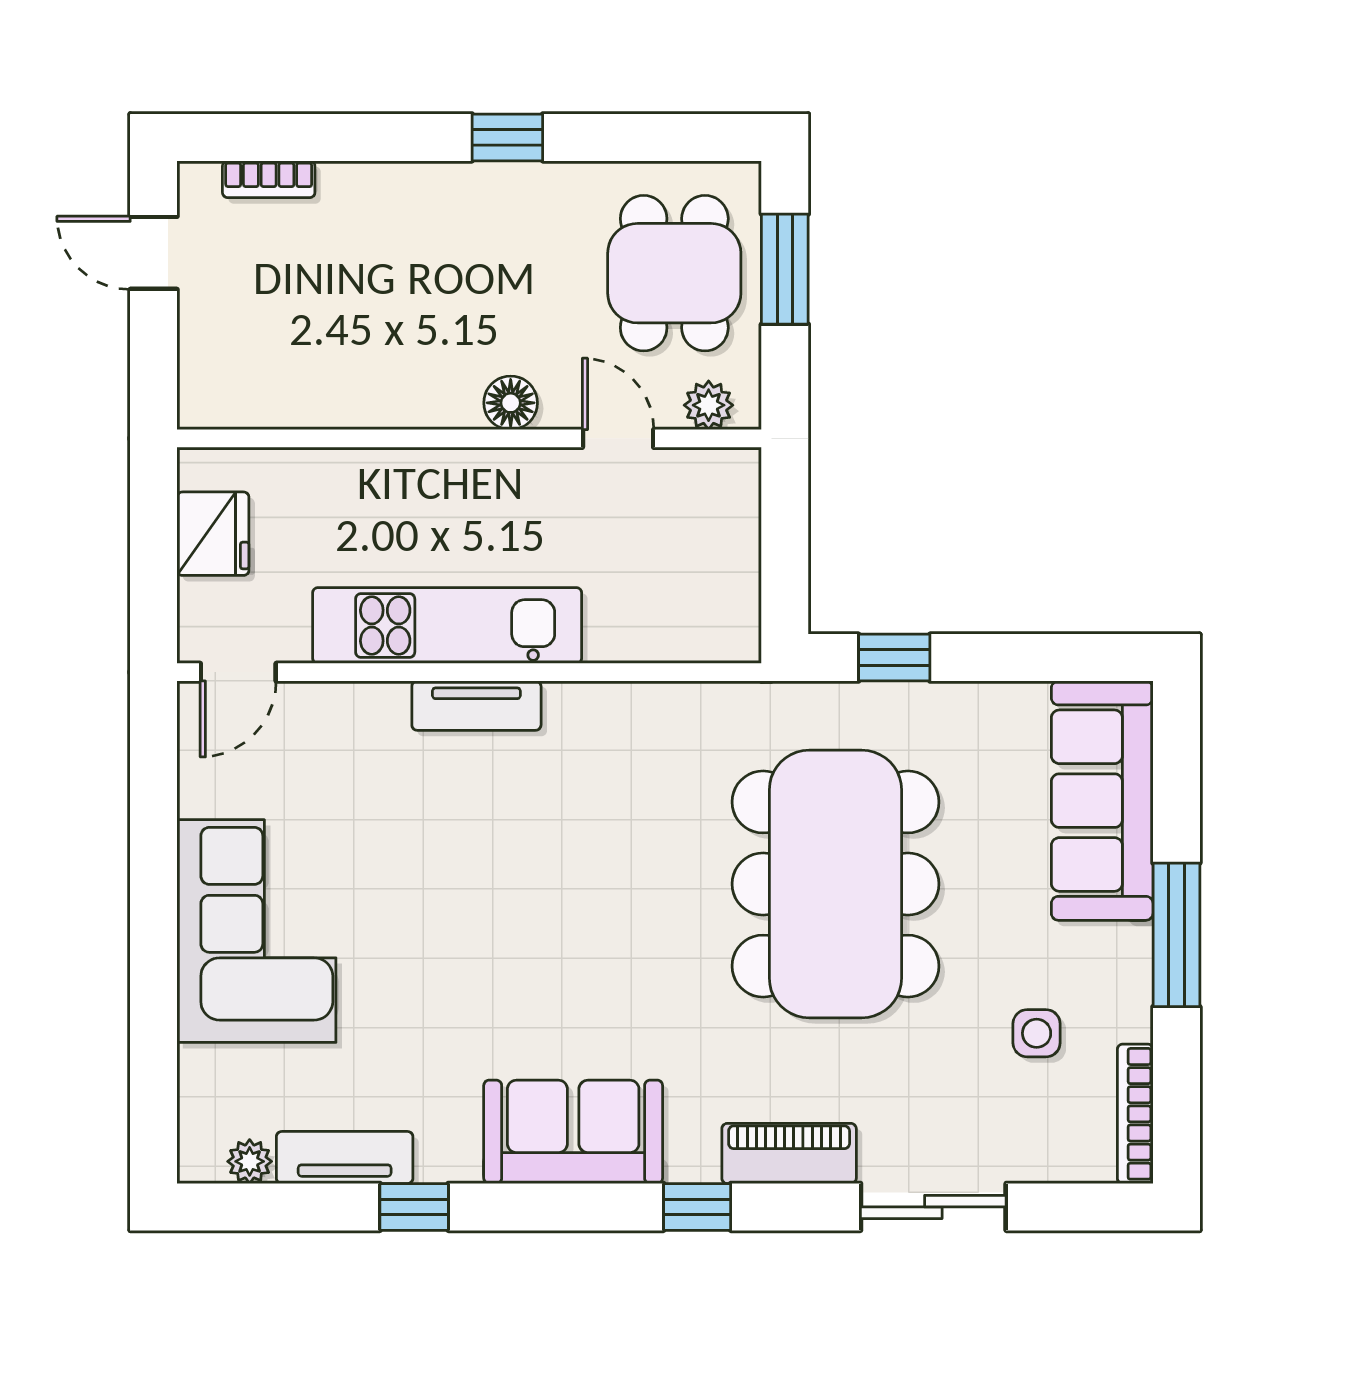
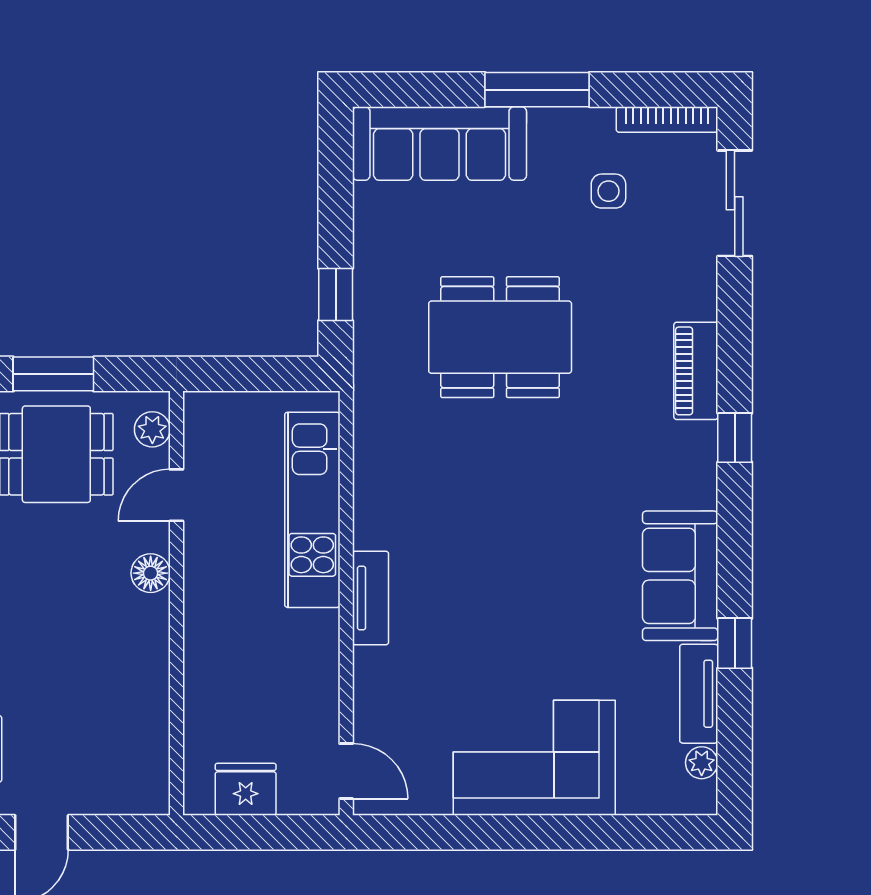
kitchen unit: (447, 626) -> (312, 510), moved
dining table: (835, 884) -> (500, 337), width x0.73, depth x0.80
sofa: (573, 1132) -> (680, 576), moved
sliding door: (933, 1207) -> (735, 203), moved

